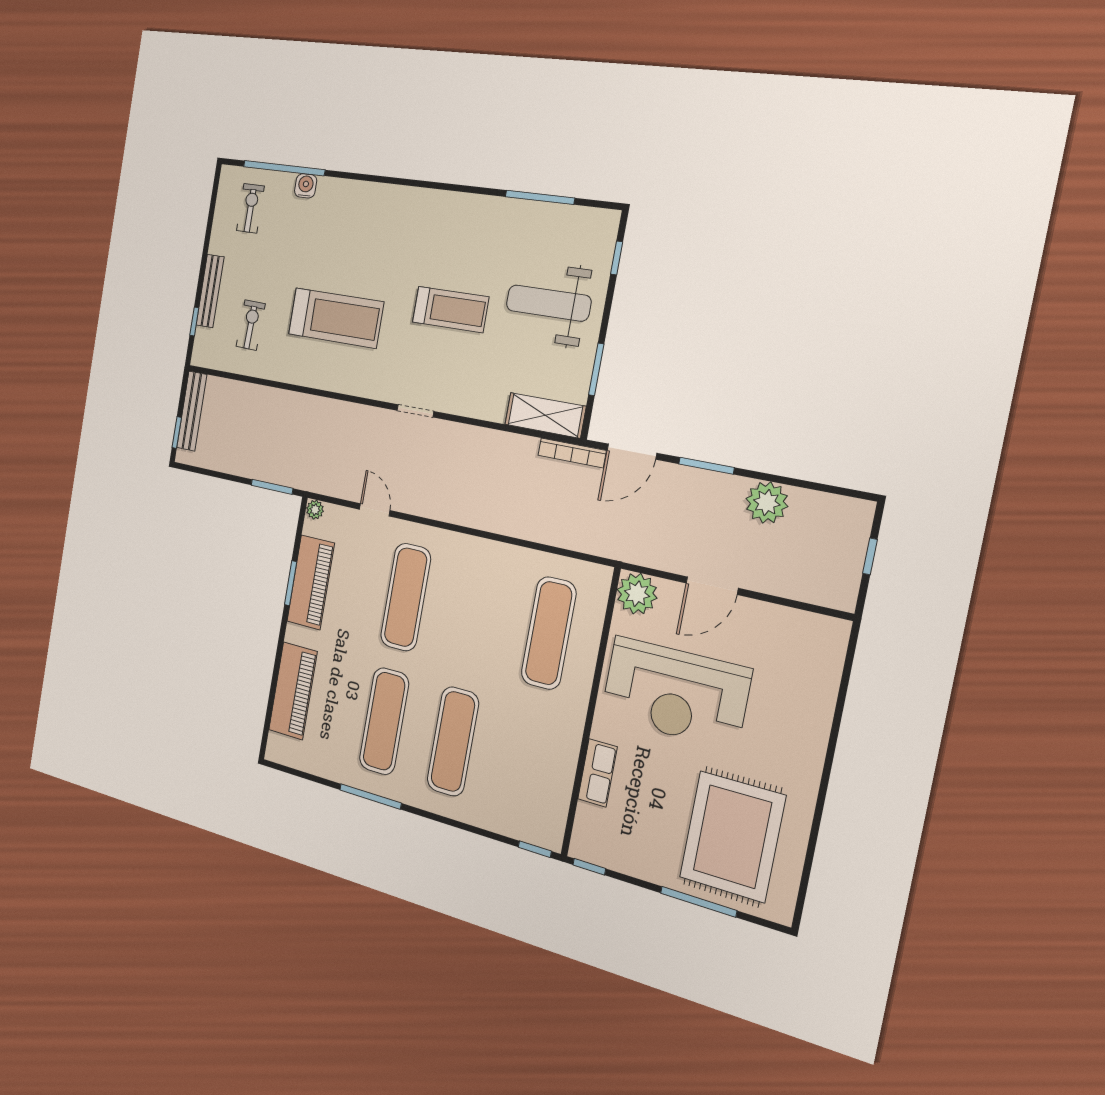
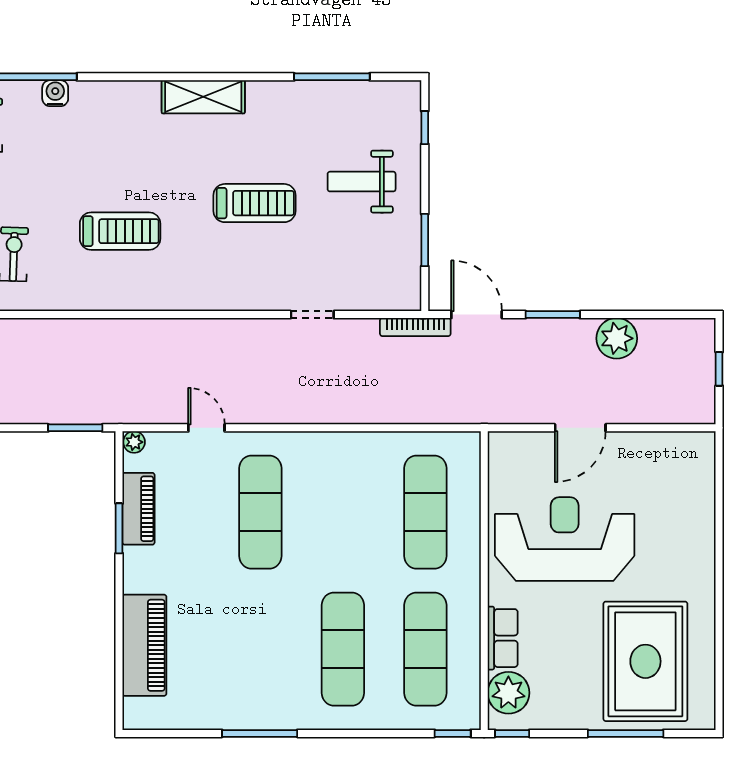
weight bench: (548, 303) -> (362, 182), width x0.73, depth x0.75
treadmill: (336, 318) -> (120, 231), width x0.73, depth x0.73
doorway: (415, 411) -> (312, 315), moved
shelving: (545, 415) -> (203, 97), moved
door: (632, 452) -> (477, 315), swing flipped
piano: (311, 582) -> (139, 509), width x0.73, depth x0.75
plant: (637, 594) -> (508, 693), moved
reception desk: (675, 693) -> (565, 539), turned 180
exercise mat: (384, 721) -> (425, 649), moved

